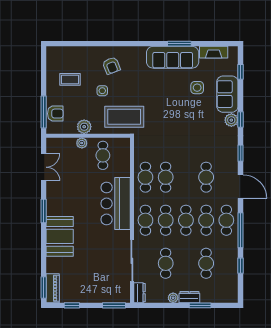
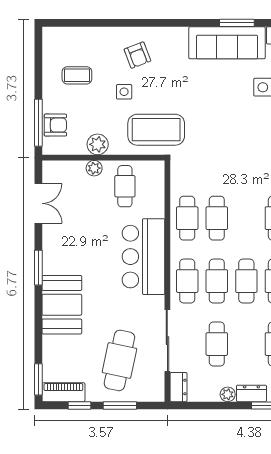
cafe table: (99, 275) -> (119, 360), added
piano: (53, 288) -> (63, 392), moved, turned -90
window: (114, 305) -> (120, 405), moved

